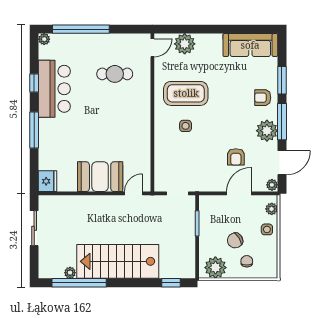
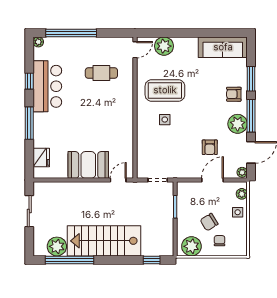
fridge: (48, 181) -> (41, 158), moved
plant: (70, 273) -> (57, 246), width x1.88, depth x1.88

